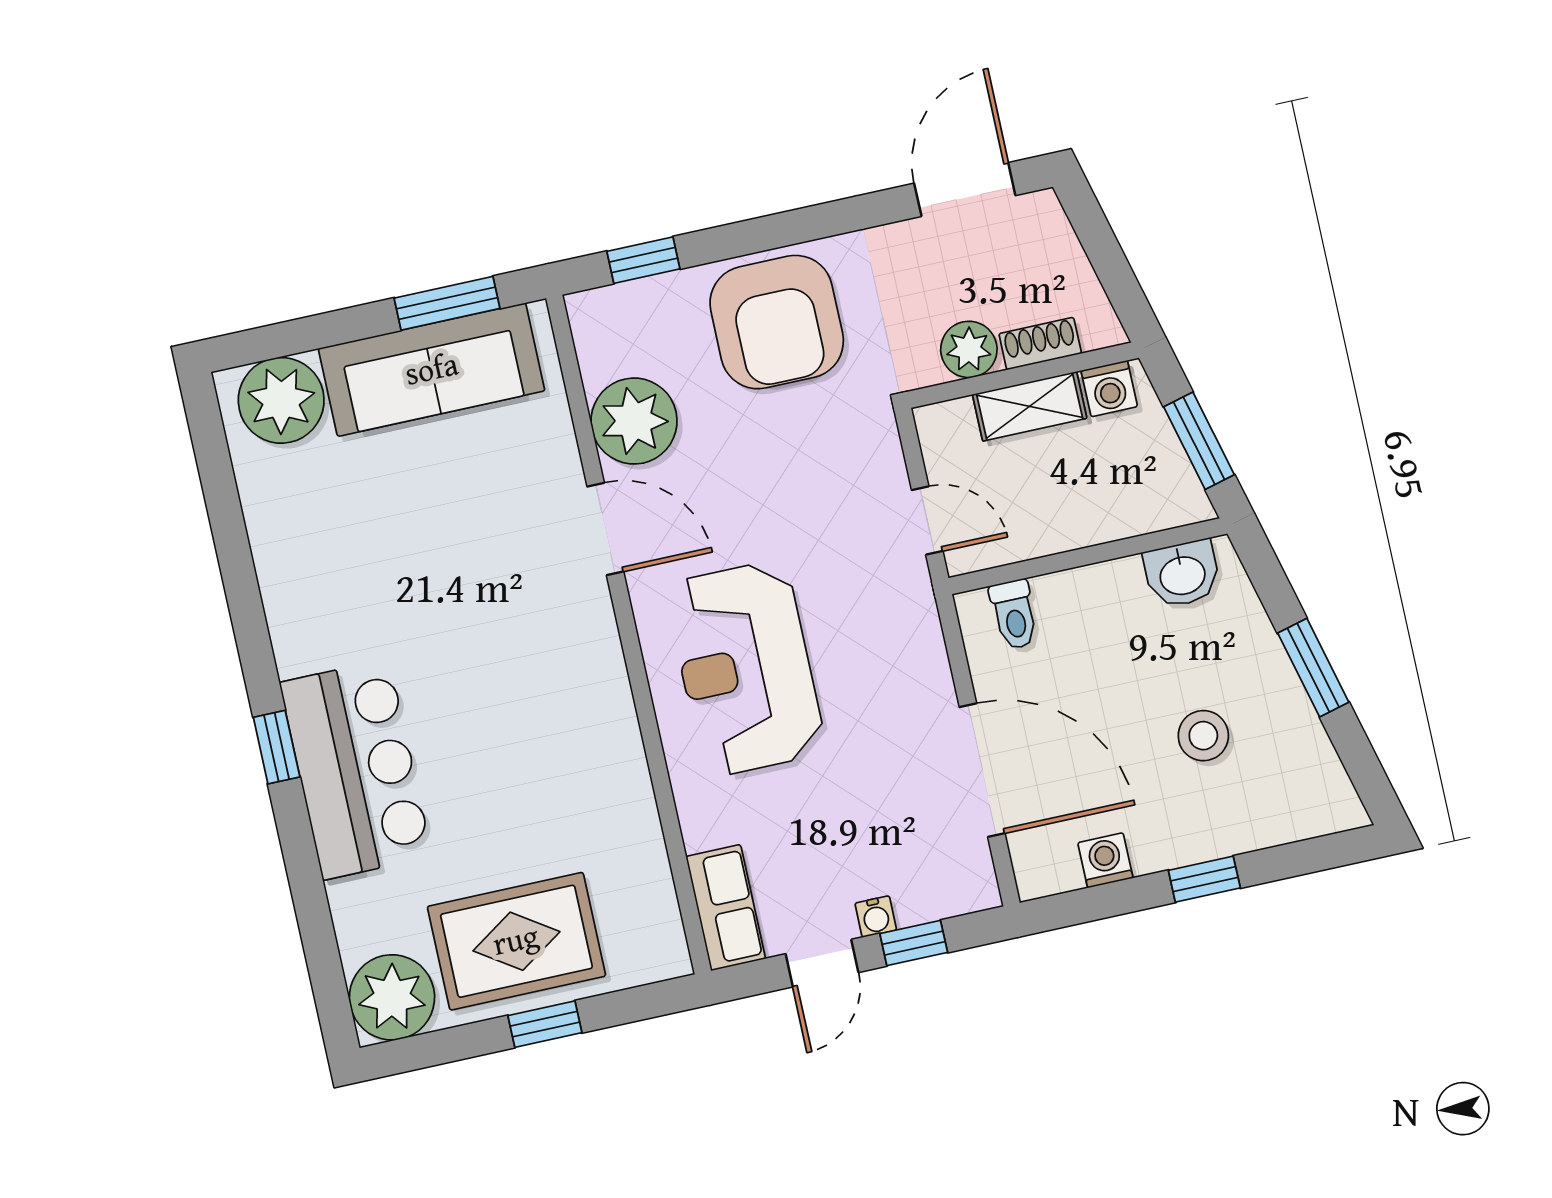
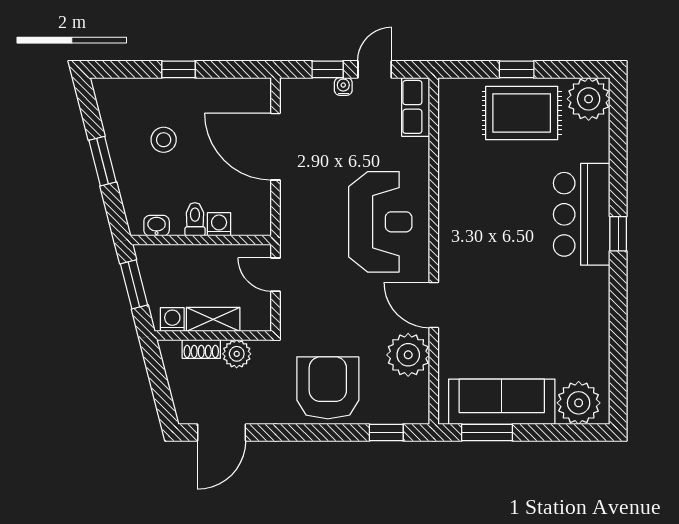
washbasin: (1182, 574) -> (157, 226), width x0.72, depth x0.69
toilet: (1014, 614) -> (195, 219), moved
washing machine: (1105, 860) -> (219, 224), moved, turned 180

